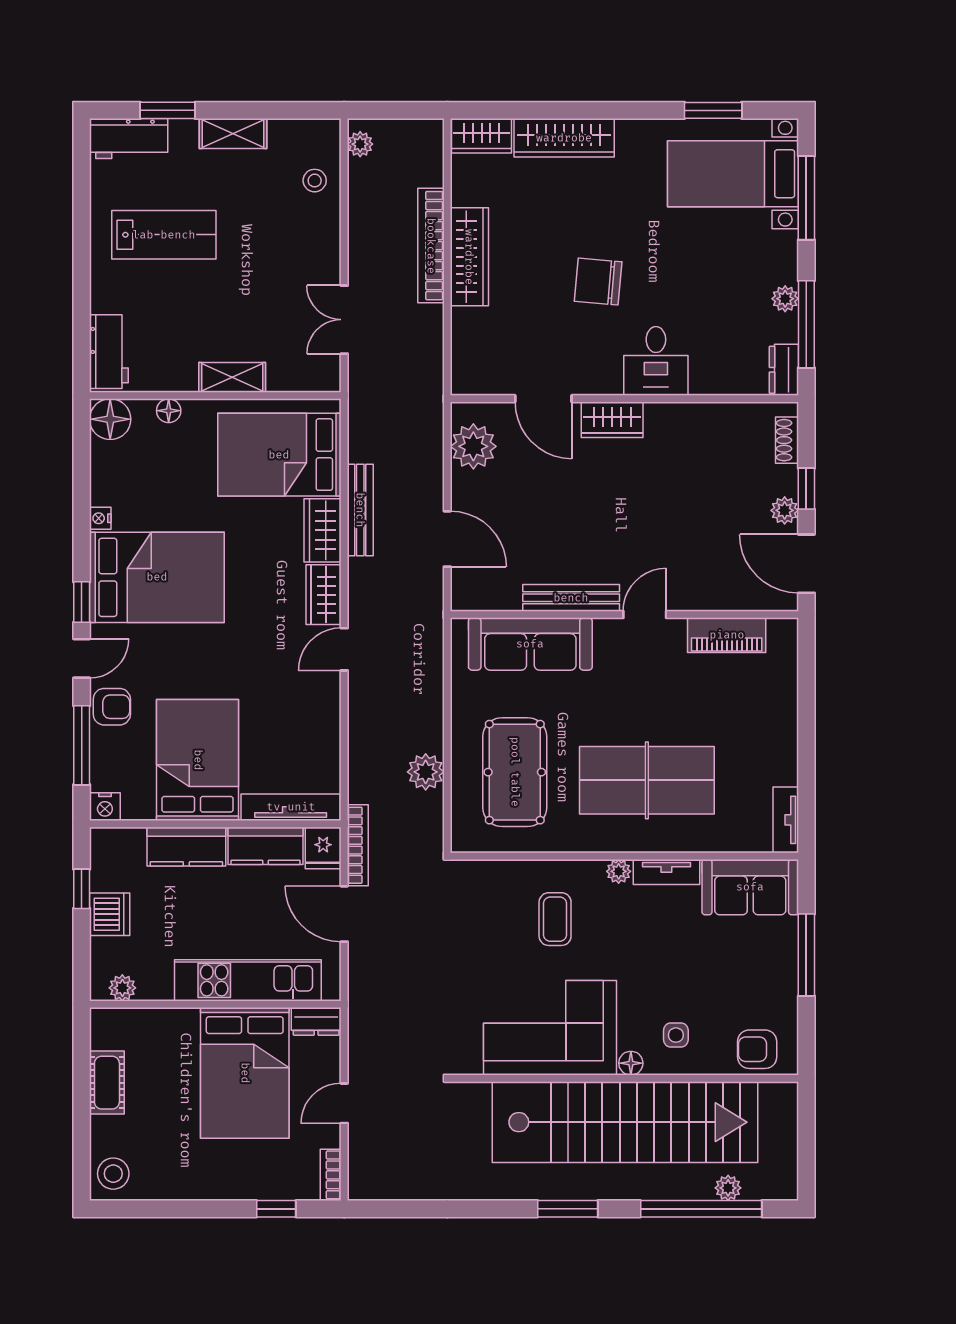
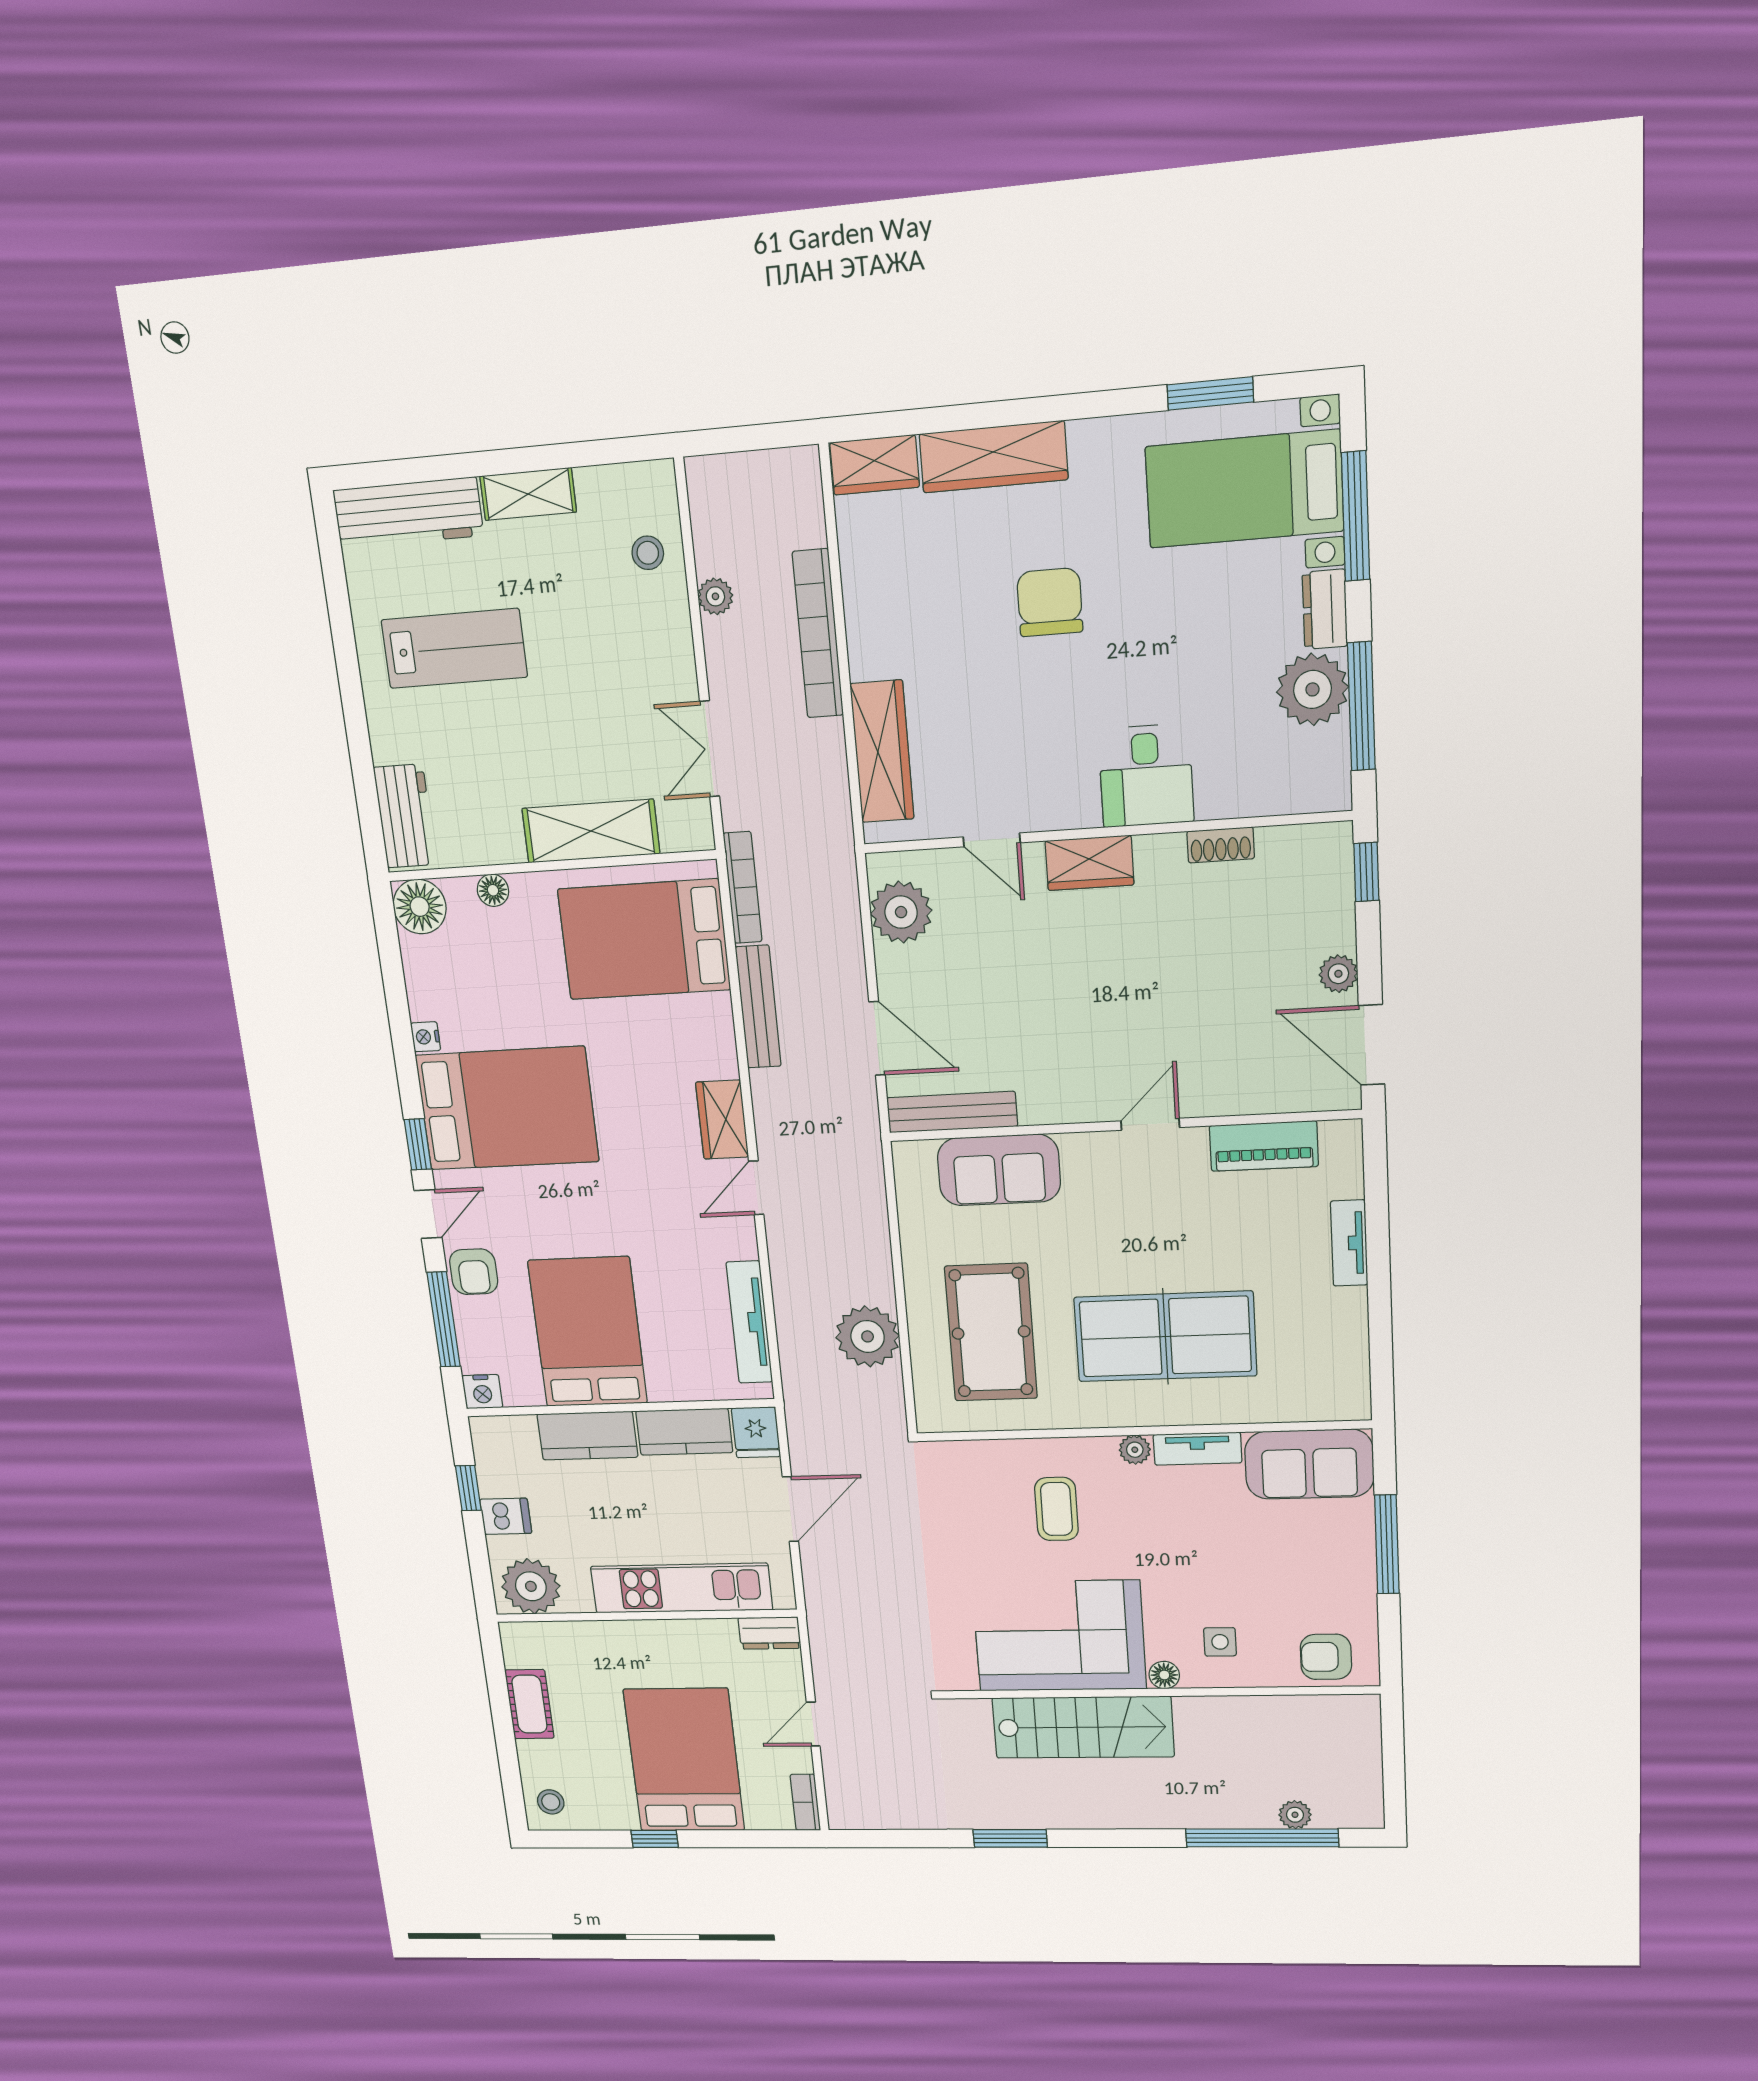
window: (168, 110) -> (435, 468), removed
workbench: (129, 139) -> (408, 513), width x1.37
plant: (360, 144) -> (715, 596), moved
wardrobe: (469, 257) -> (882, 752), moved
chair: (598, 282) -> (1050, 602), moved, turned 85
plant: (785, 299) -> (1312, 689), width x1.88, depth x1.88
dresser: (784, 370) -> (1325, 609), moved
shelving: (232, 377) -> (591, 831), width x1.50, depth x1.33
door: (543, 399) -> (992, 840), width x0.73
shoe rack: (787, 440) -> (1221, 845), moved, turned -90
window: (806, 489) -> (1366, 872), moved
wardrobe: (323, 530) -> (712, 1036), removed
bench: (571, 598) -> (952, 1112), moved
sofa: (530, 644) -> (999, 1170), width x0.73
armchair: (112, 707) -> (474, 1272), turned 90
plant: (426, 772) -> (868, 1336), width x1.36, depth x1.36
tv unit: (291, 807) -> (749, 1322), moved, turned -90
tv unit: (786, 820) -> (1349, 1243), moved
bookcase: (358, 845) -> (743, 888), moved
dishwasher: (110, 914) -> (506, 1516), width x0.73
door: (344, 914) -> (790, 1509), swing flipped
plant: (122, 988) -> (531, 1586), width x1.88, depth x1.88
bed: (245, 1073) -> (684, 1760), moved, turned 180
stairs: (625, 1122) -> (1083, 1727), width x0.54, depth x0.66
stool: (113, 1174) -> (551, 1802), width x0.73, depth x0.73
window: (276, 1209) -> (655, 1839), moved
window: (568, 1209) -> (1010, 1838), moved

